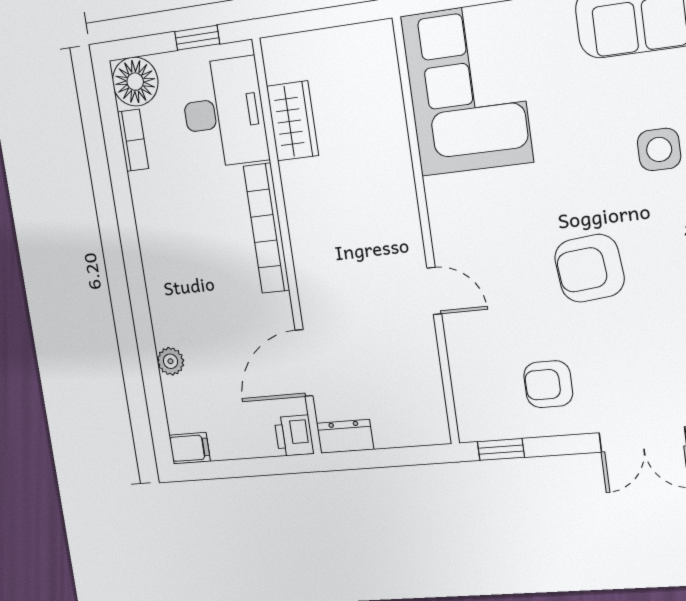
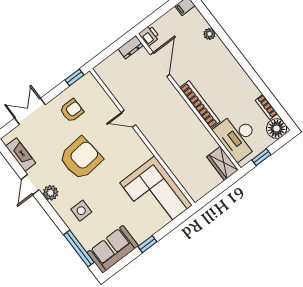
wardrobe: (293, 121) -> (223, 163), moved
armchair: (589, 268) -> (81, 158), width x1.36, depth x1.36

